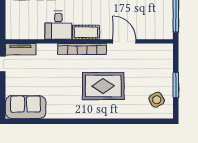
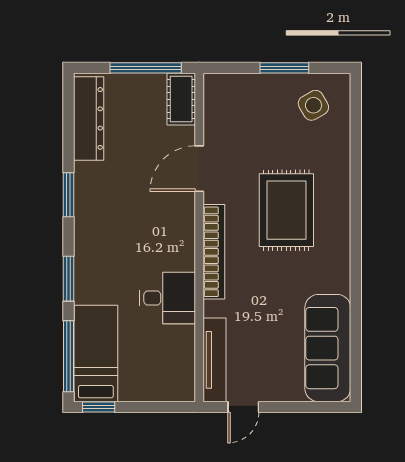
cot: (86, 32) -> (181, 99), moved
tv unit: (21, 49) -> (214, 360), width x1.41
sofa: (26, 107) -> (328, 348), width x1.36

